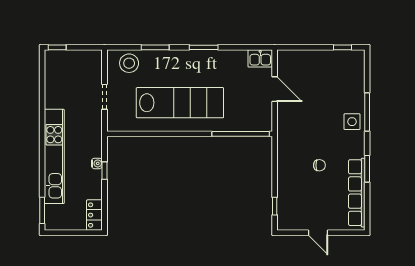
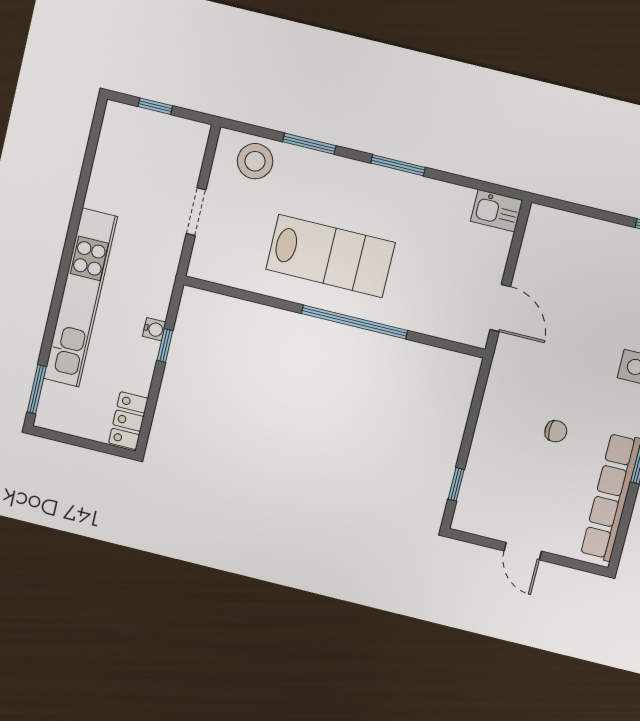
window: (57, 47) -> (155, 106), moved
door: (275, 89) -> (500, 308), moved
lab bench: (180, 103) -> (330, 256), width x0.73
window: (241, 134) -> (354, 322), moved

